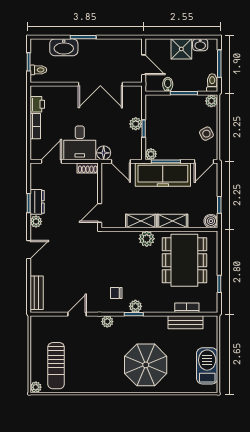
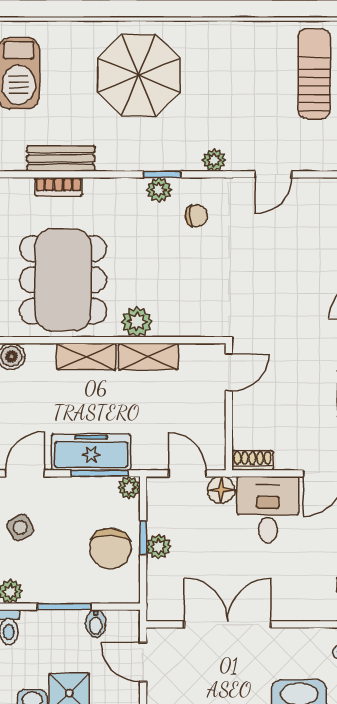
chair: (160, 123) -> (110, 548), added
freezer: (163, 175) -> (91, 452), width x0.73, depth x0.79

